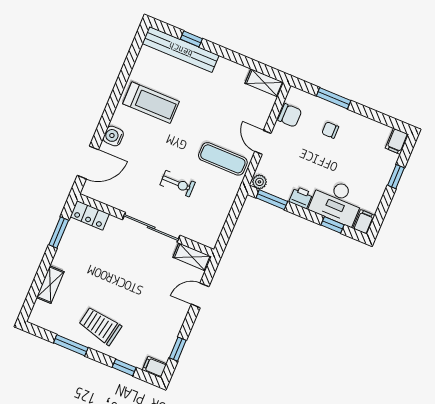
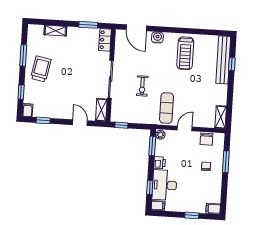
window: (225, 235) -> (121, 125), added

